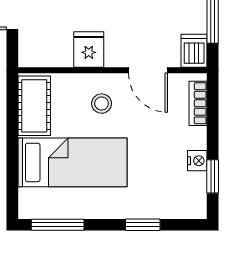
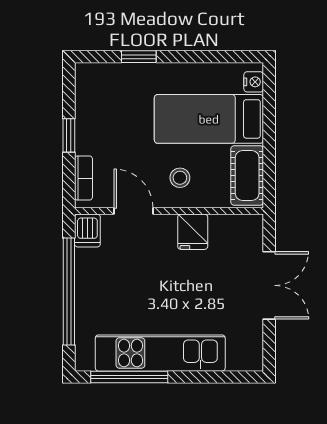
nightstand: (197, 161) -> (254, 82), moved, turned 180
window: (213, 176) -> (69, 135), moved
window: (58, 225) -> (224, 57), removed

